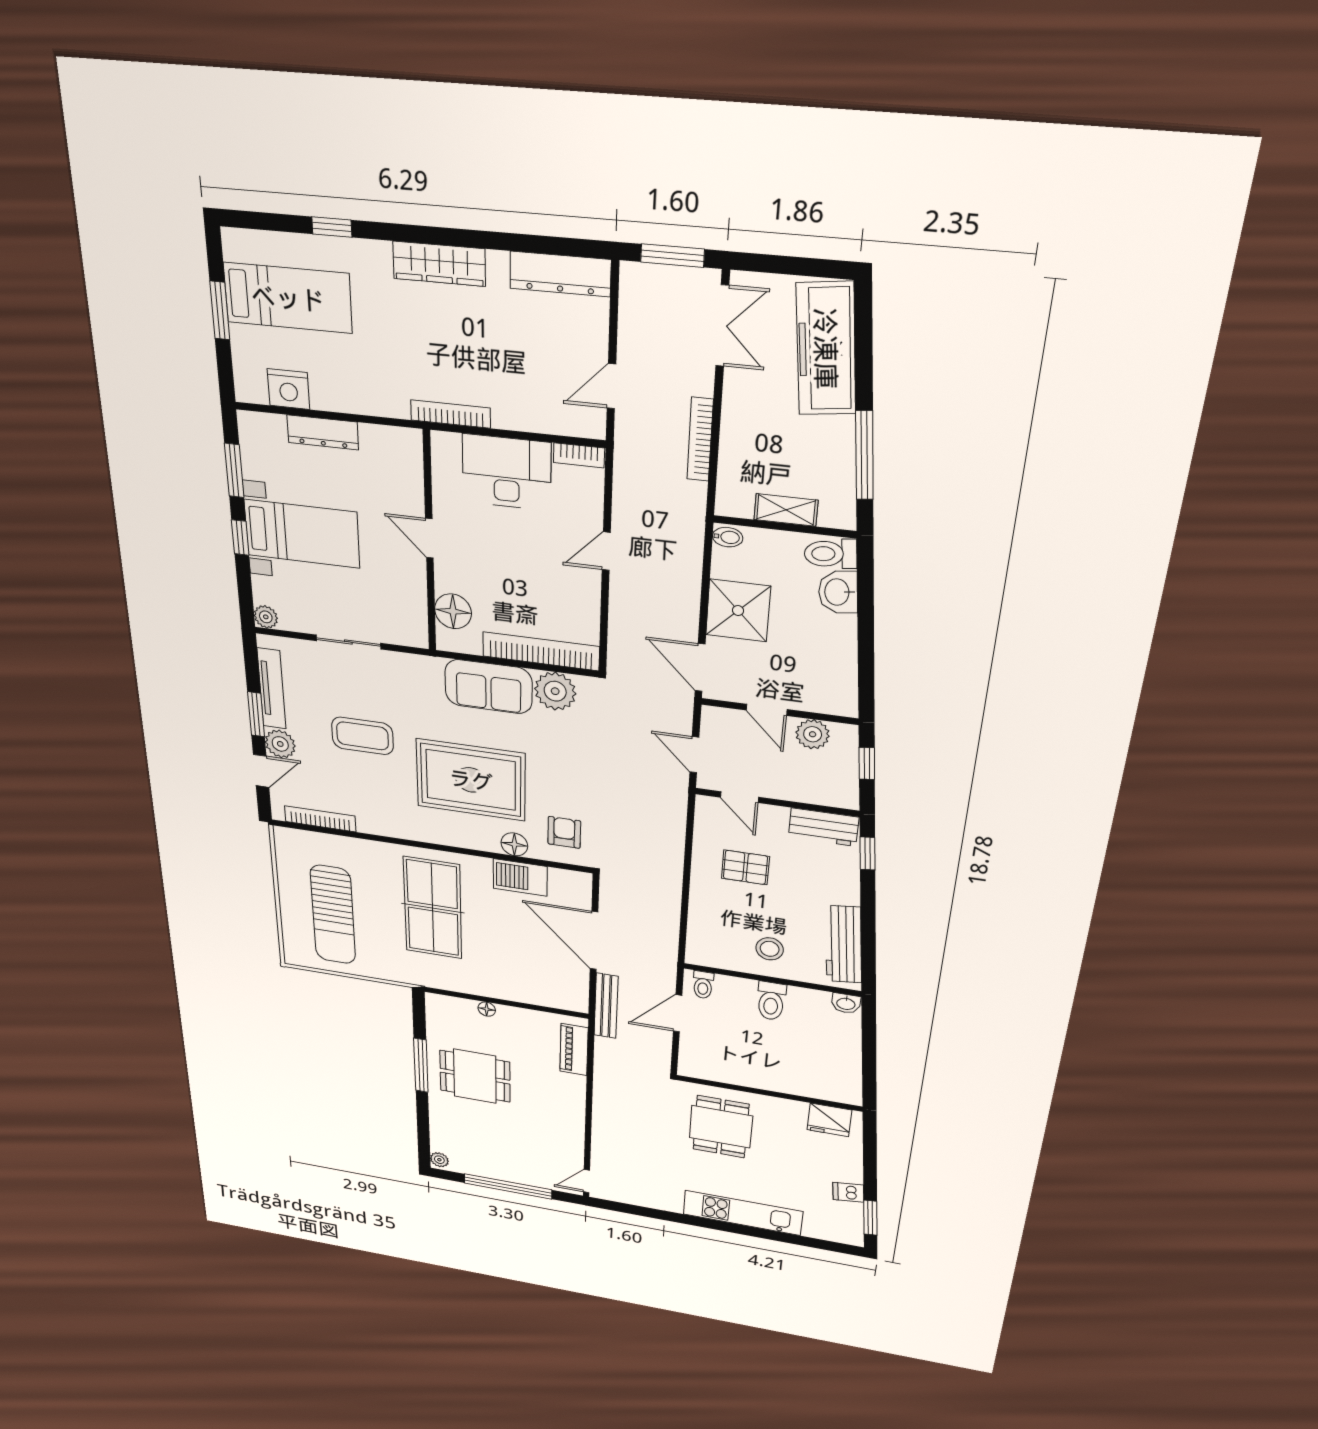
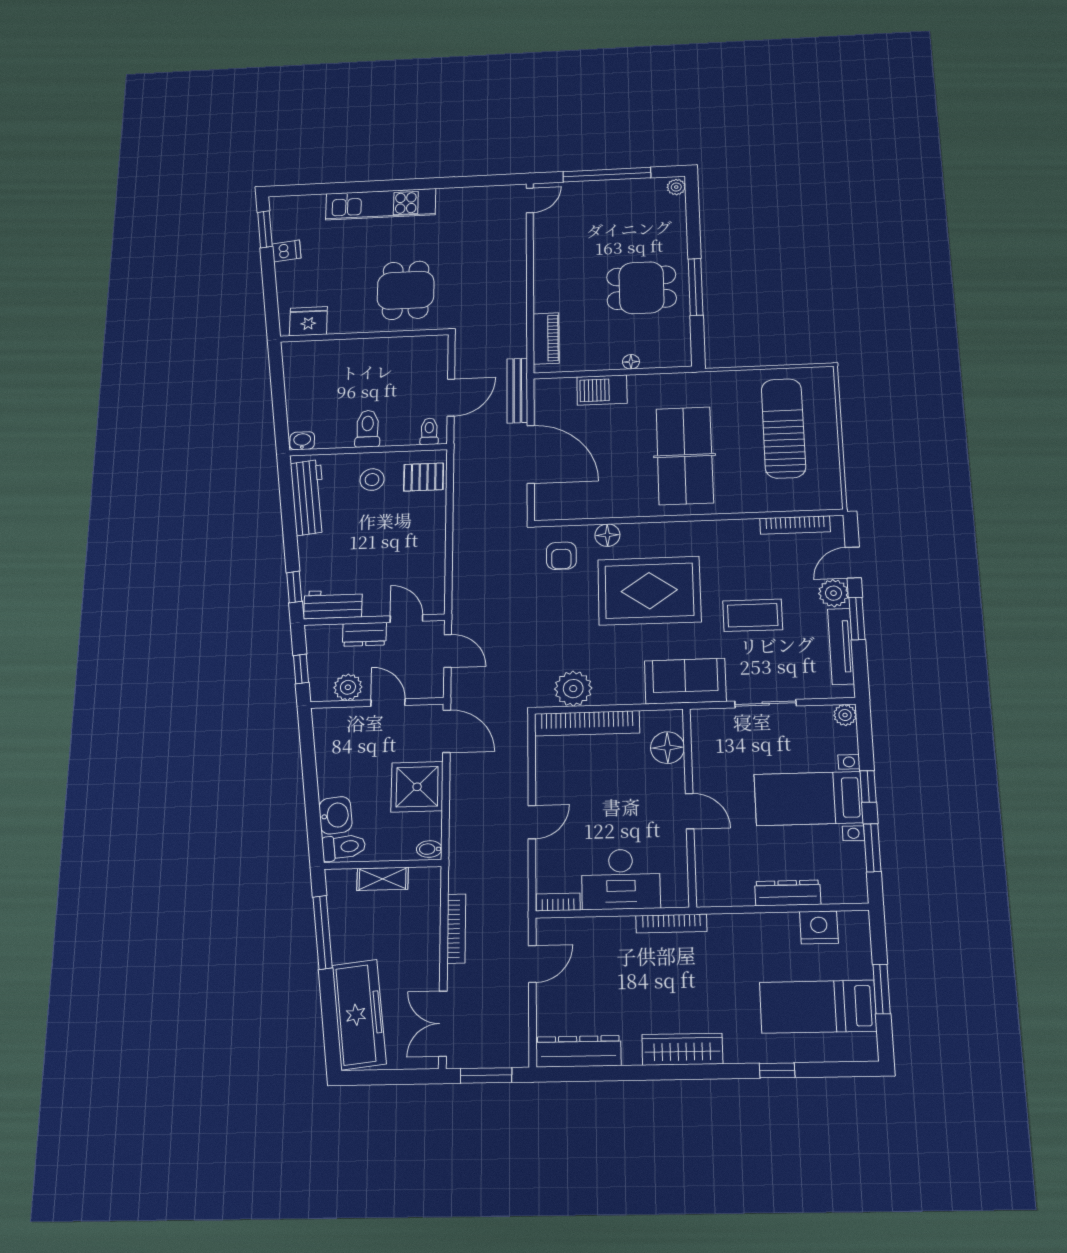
sofa: (489, 687) -> (685, 681), moved
dresser: (789, 789) -> (364, 634), added
pallet: (745, 867) -> (424, 477), moved
barbecue: (520, 877) -> (602, 390), moved, turned 180

